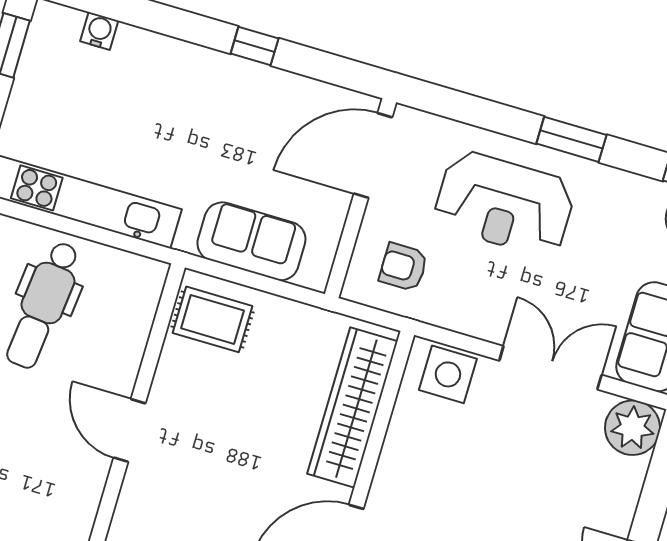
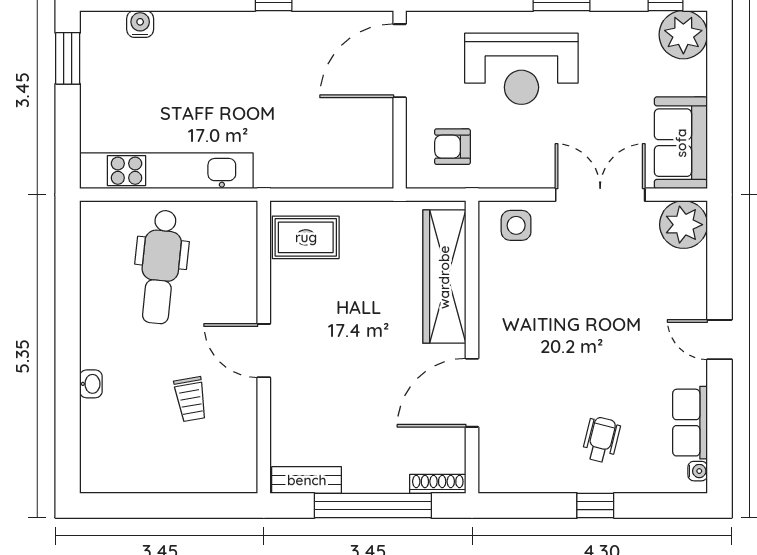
sofa: (251, 241) -> (319, 162), removed
side table: (448, 374) -> (516, 225), width x0.73, depth x0.73
trolley: (33, 460) -> (191, 399), added

